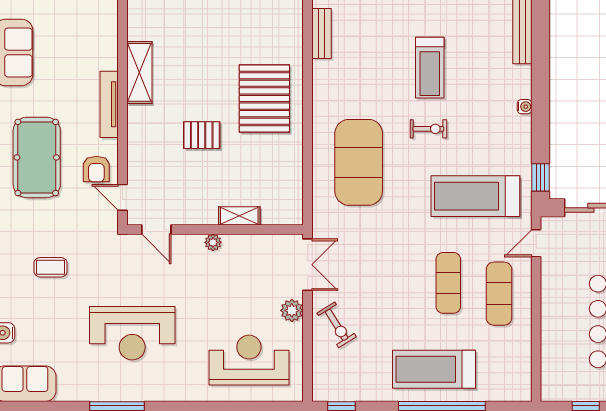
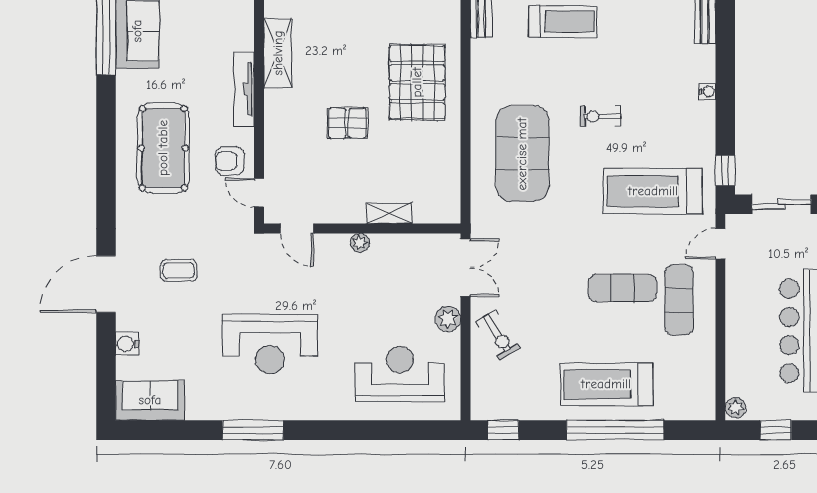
treadmill: (430, 68) -> (563, 21), moved, turned -90
exercise bike: (428, 129) -> (600, 116), turned 180
armchair: (96, 169) -> (230, 161), turned 90
exercise mat: (448, 283) -> (622, 288), turned 90
plant: (550, 390) -> (735, 408), added

